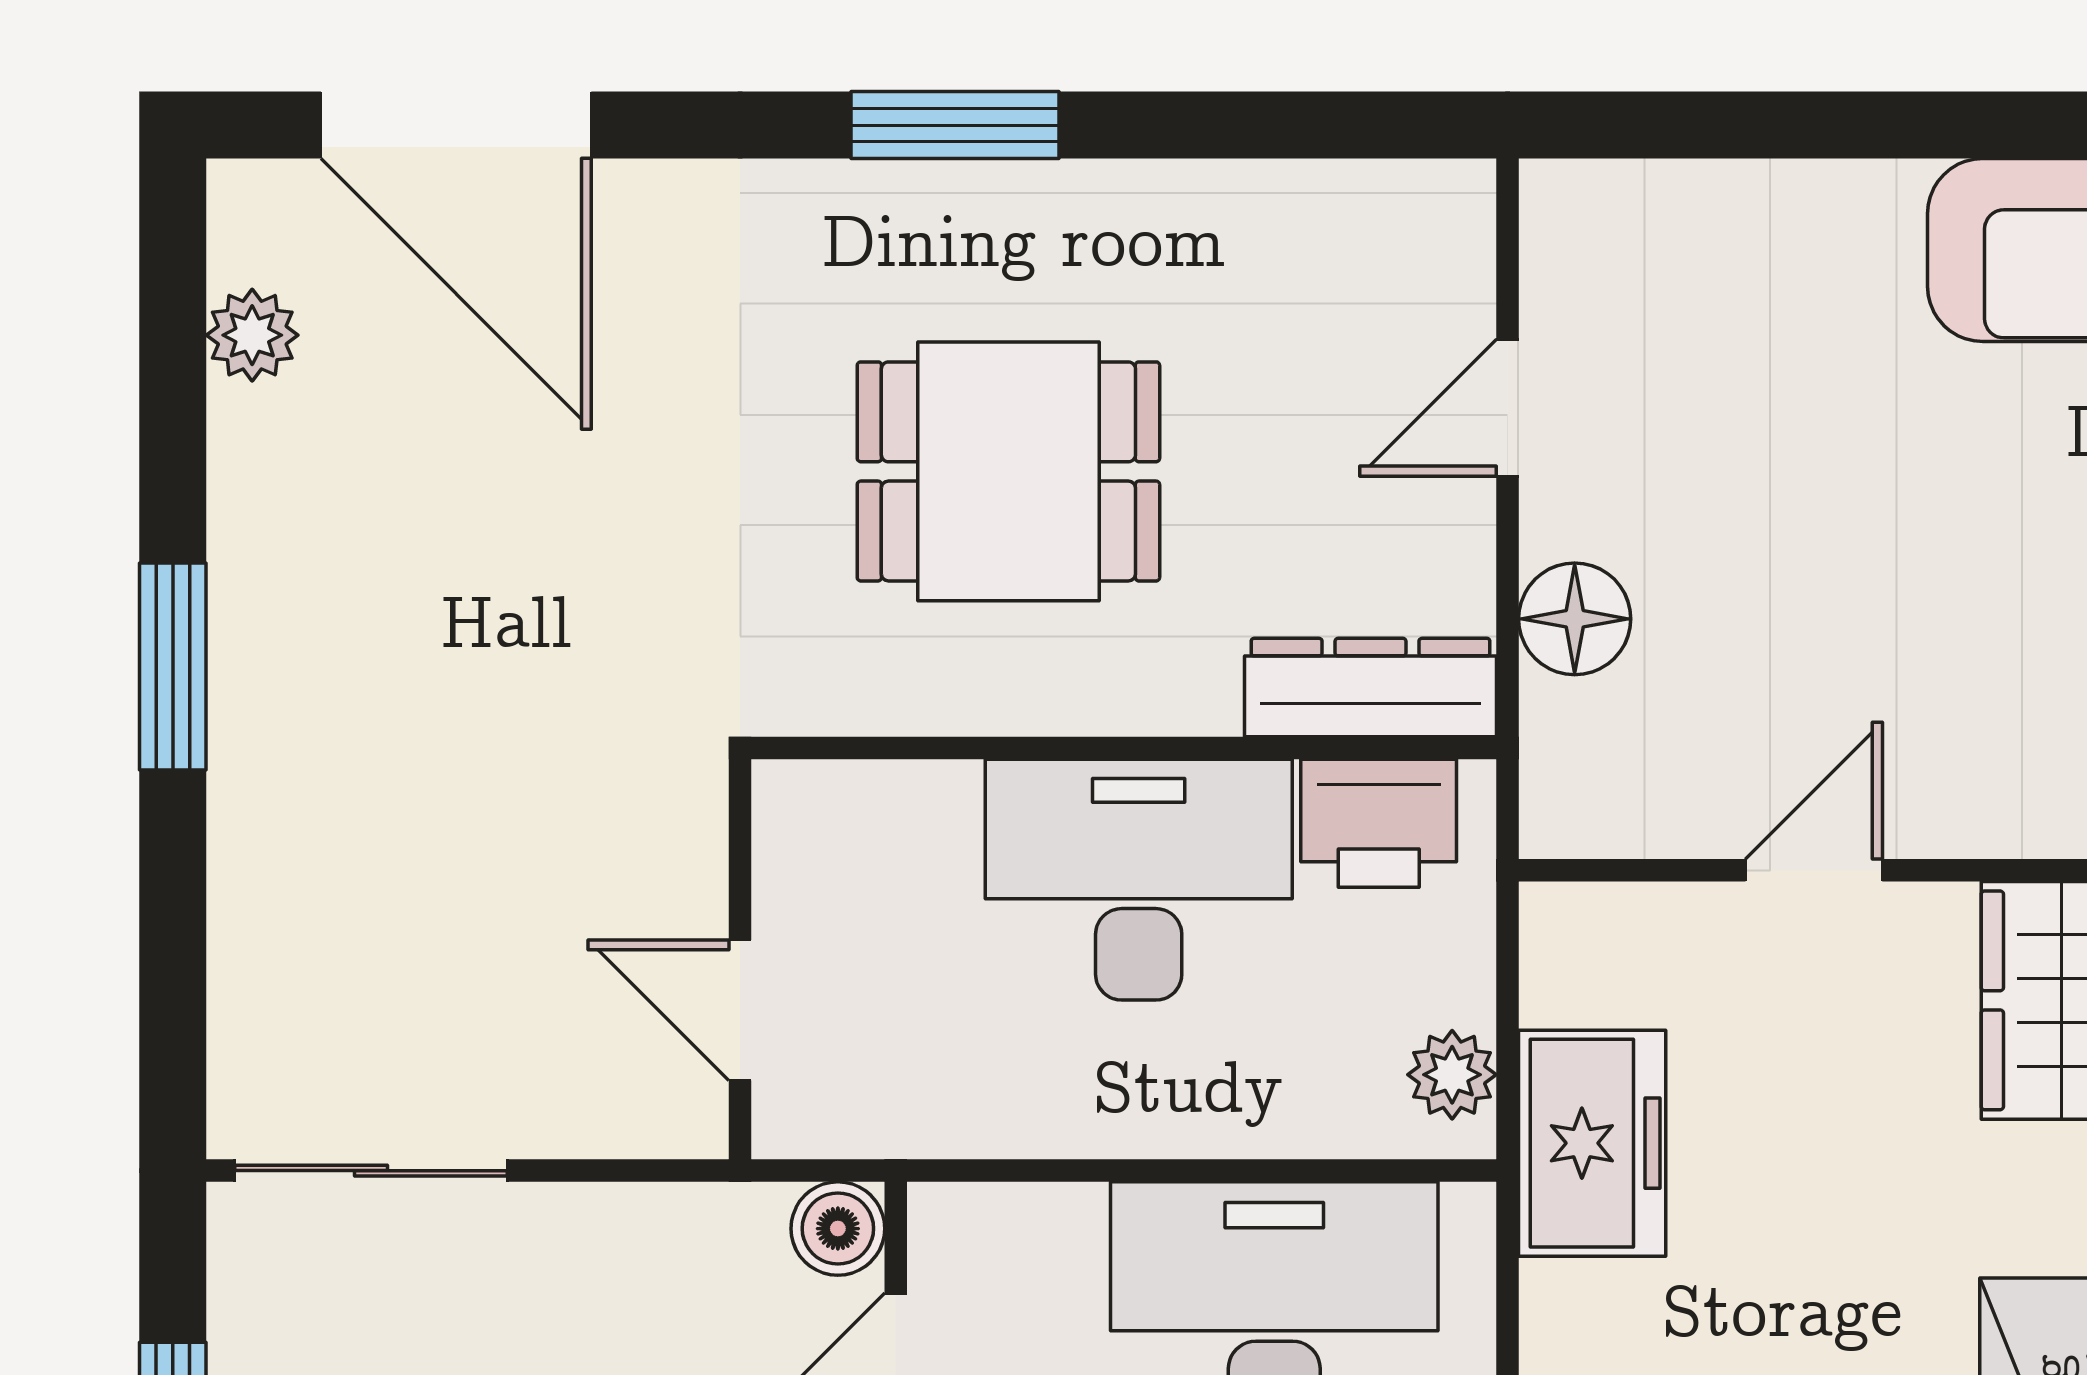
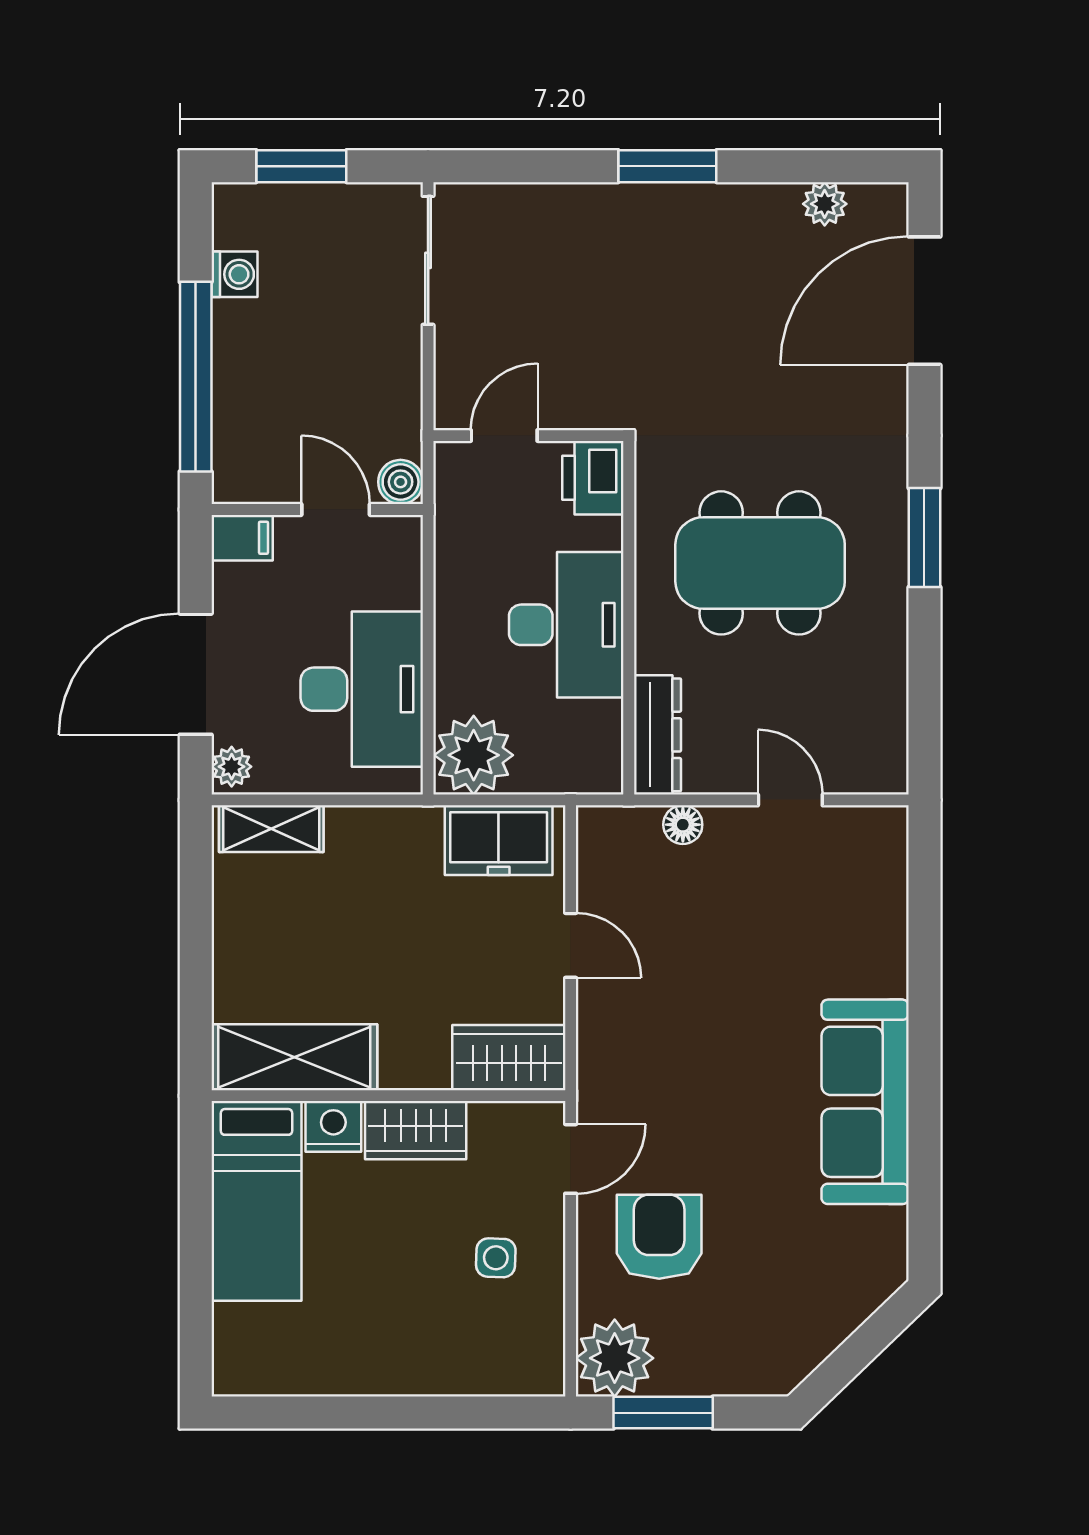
dining table: (1008, 471) -> (760, 563), width x1.38
floor lamp: (1575, 619) -> (683, 825), width x0.73, depth x0.73
printer: (1379, 823) -> (593, 478), moved
plant: (1452, 1075) -> (474, 755), width x1.87, depth x1.87
freezer: (1592, 1143) -> (499, 840), moved

